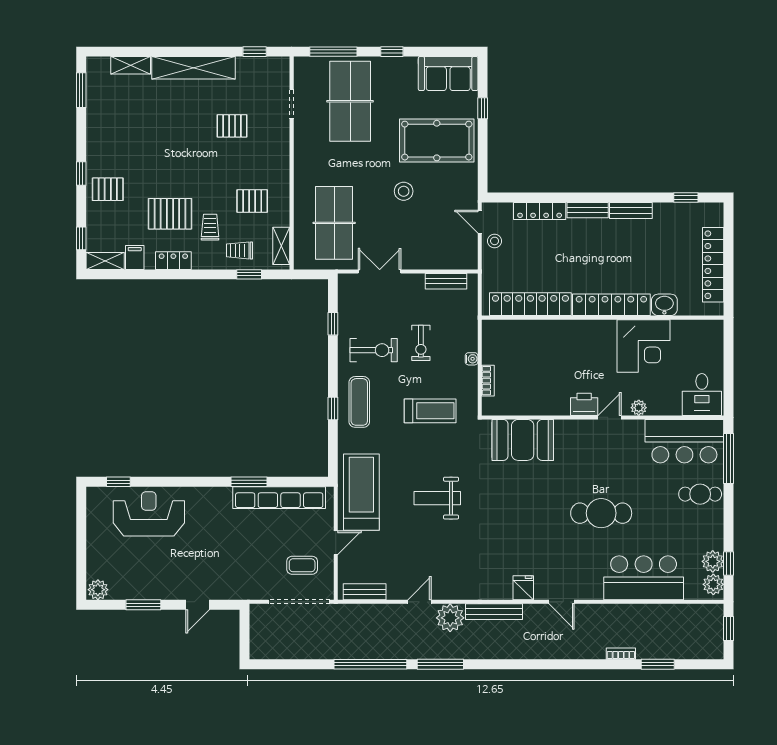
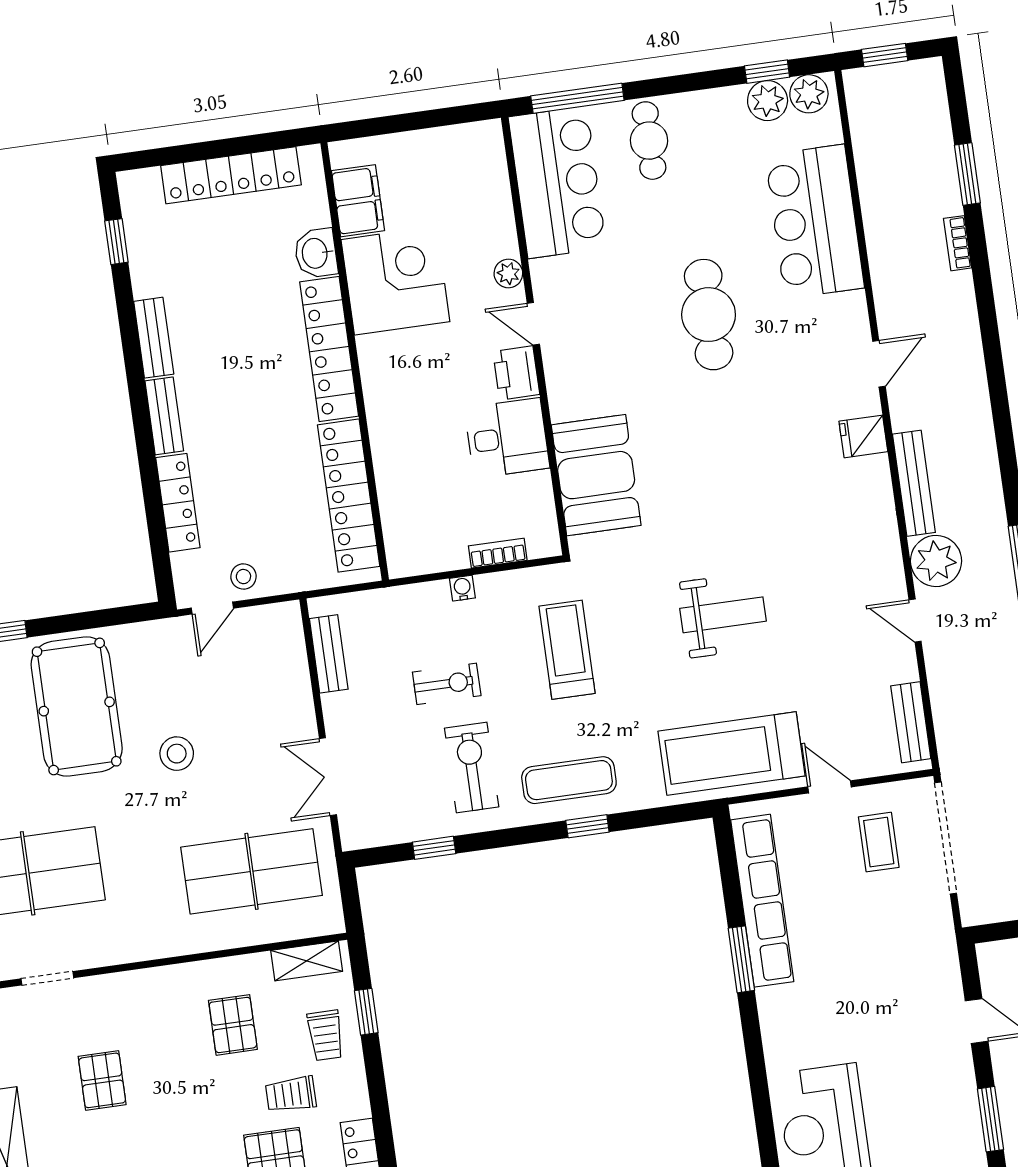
filing cabinet: (690, 332) -> (358, 201), added
desk: (702, 394) -> (507, 438), moved
weight bench: (437, 498) -> (723, 615), turned -90

